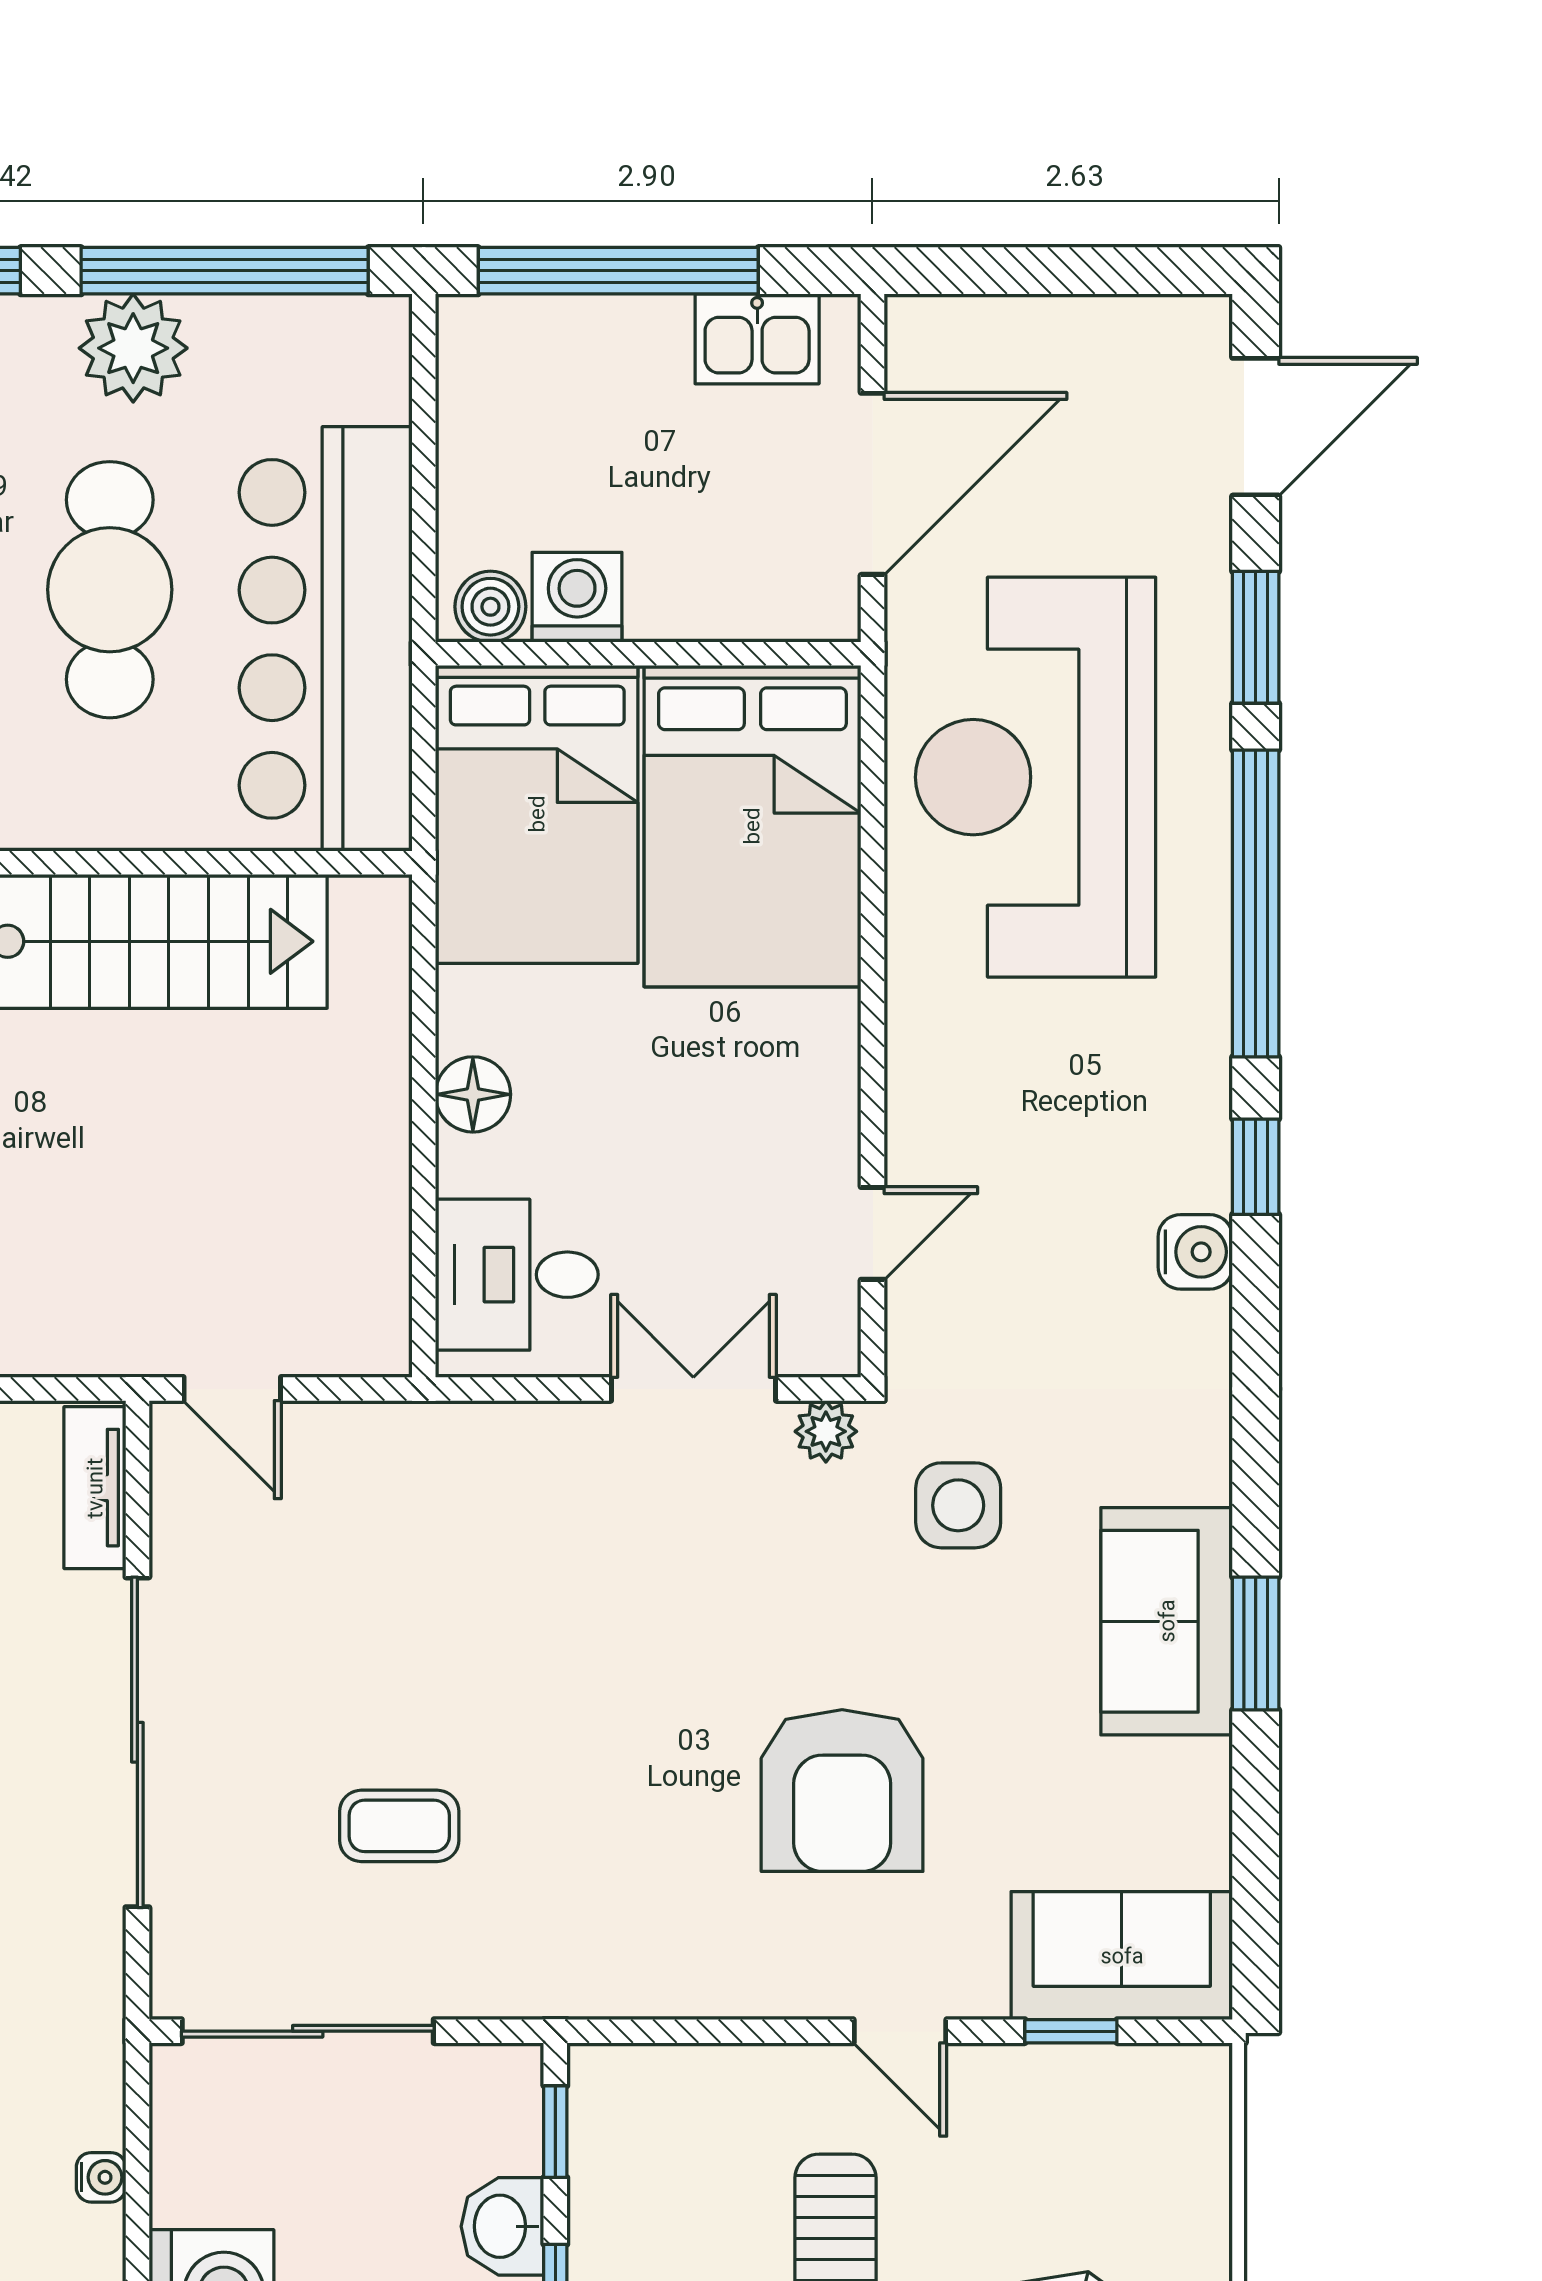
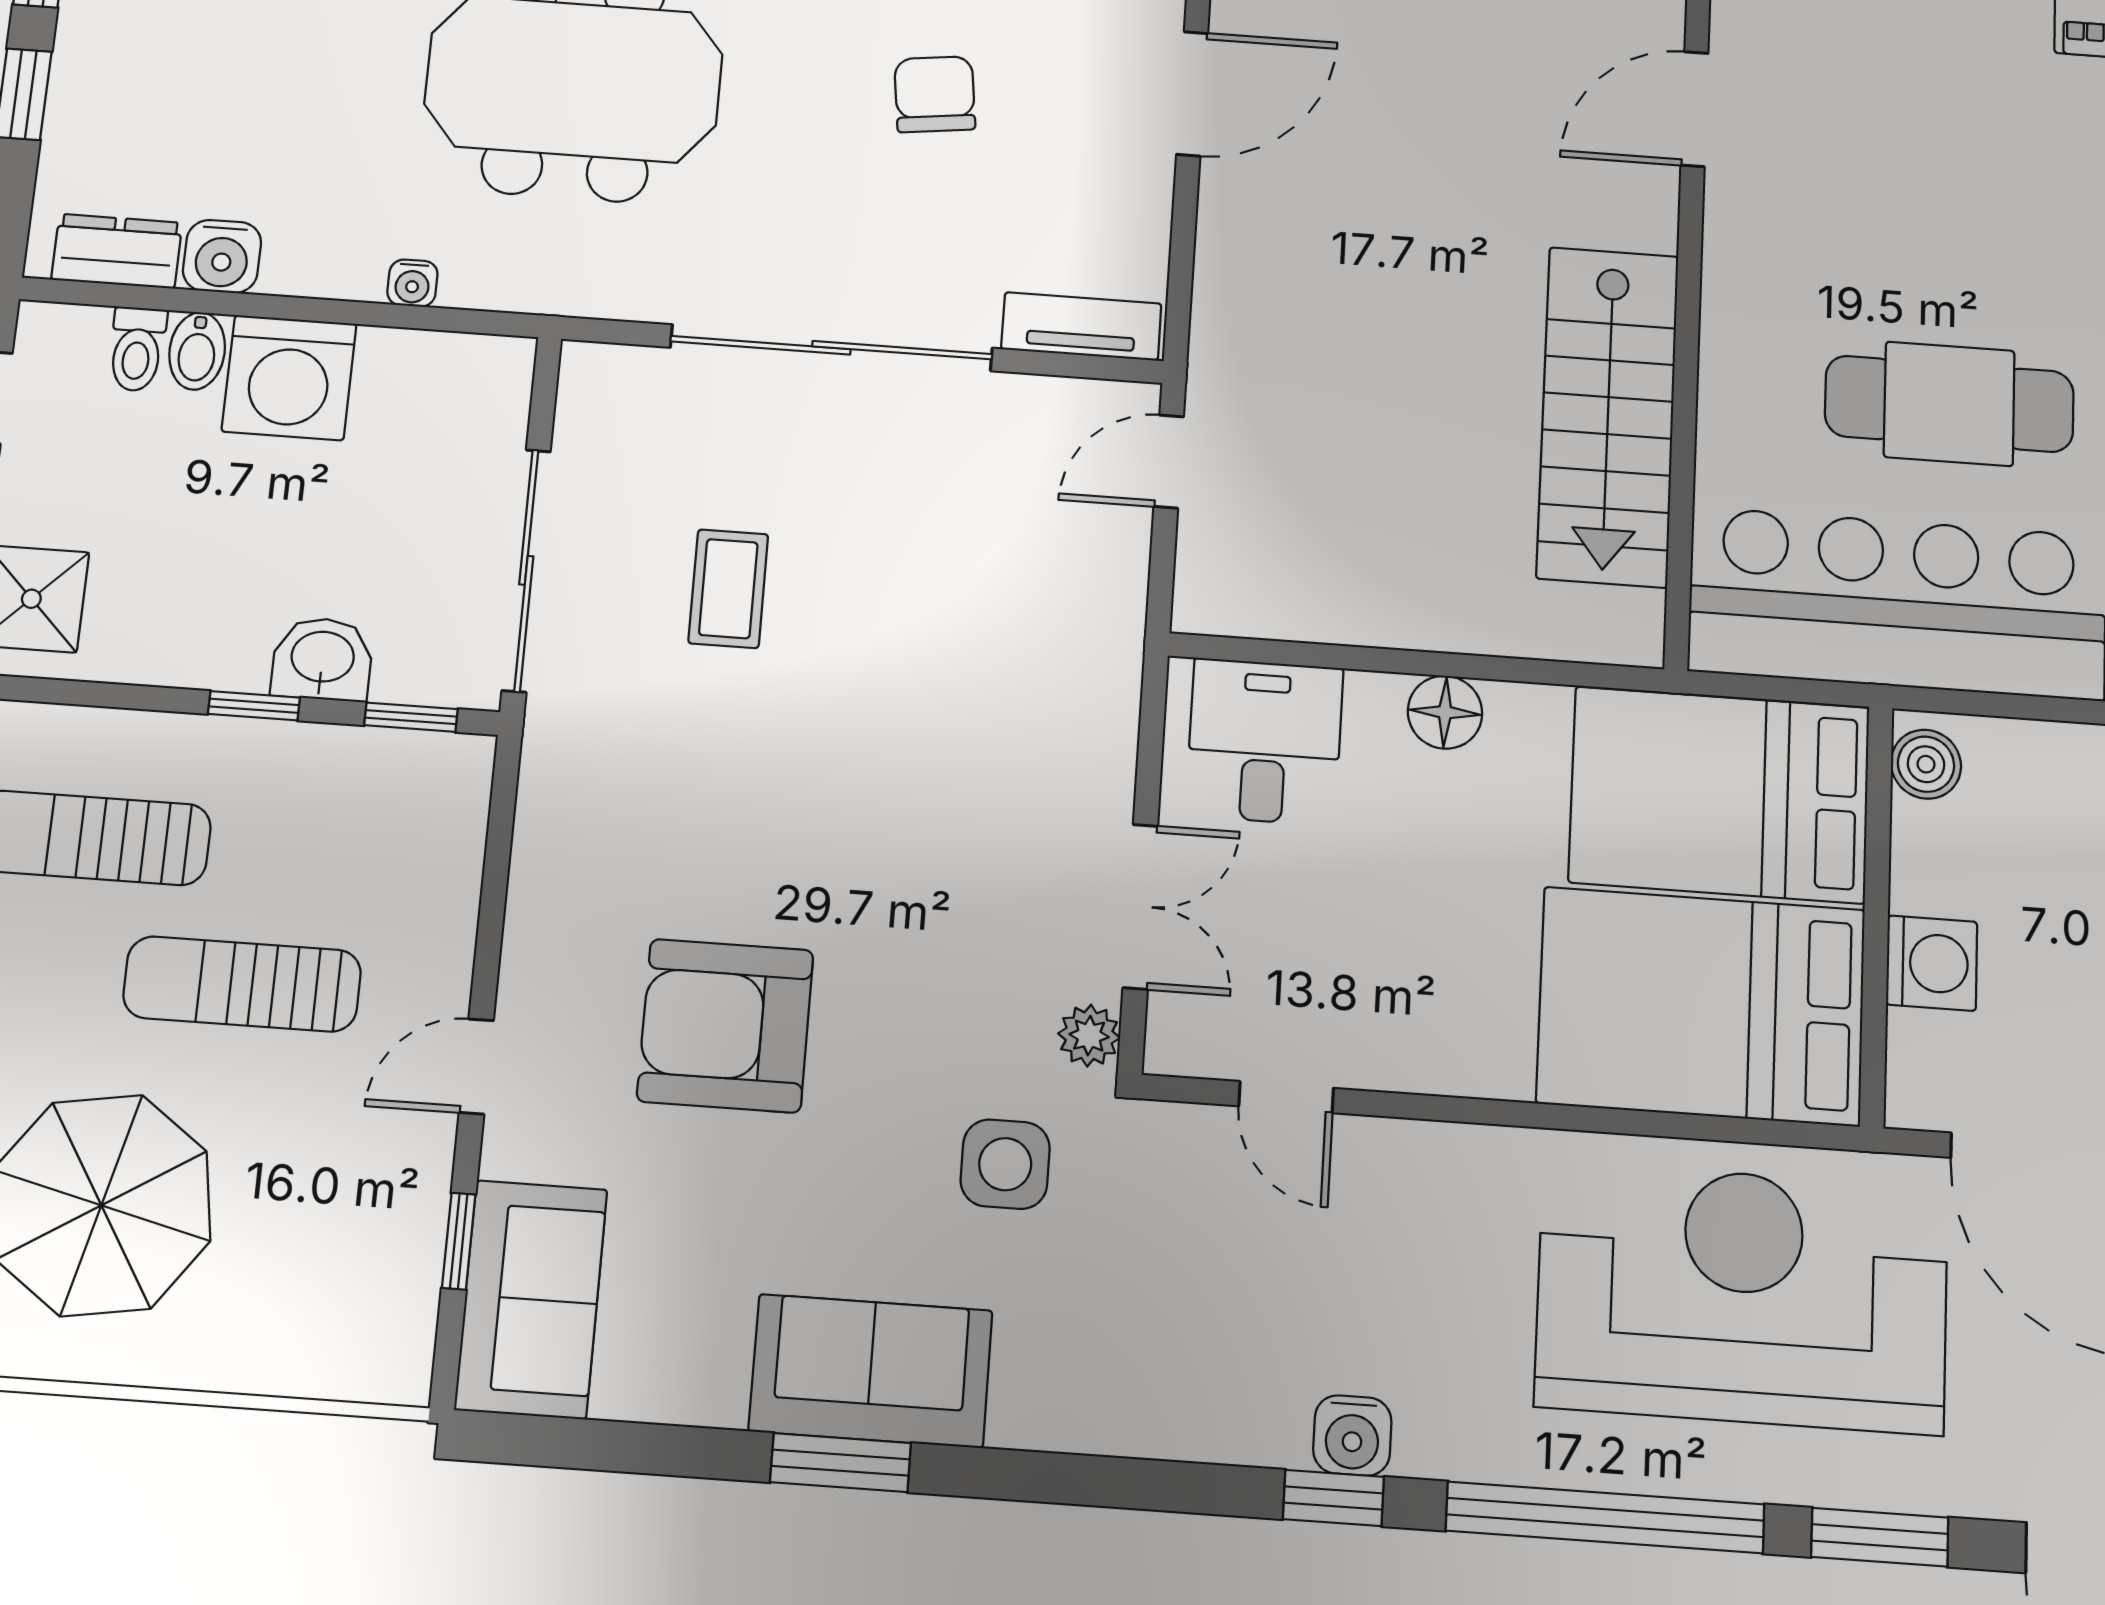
washing machine: (577, 597) -> (1932, 963), moved
water cooler: (1195, 1252) -> (1352, 1436), moved
sliding door: (308, 2031) -> (526, 570), moved

